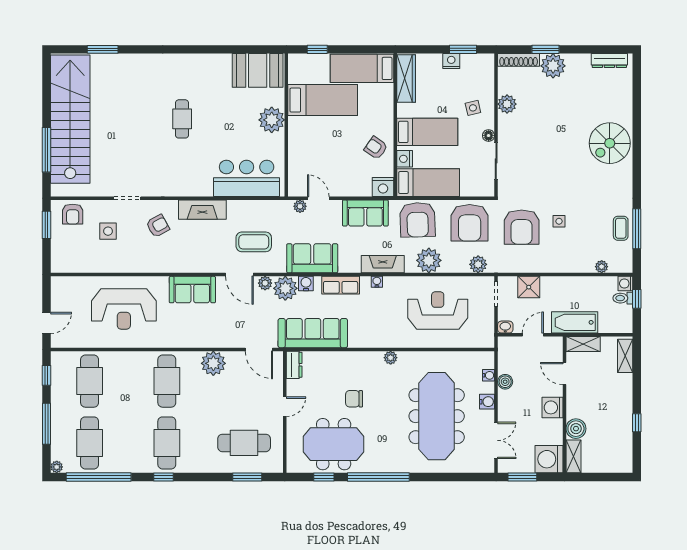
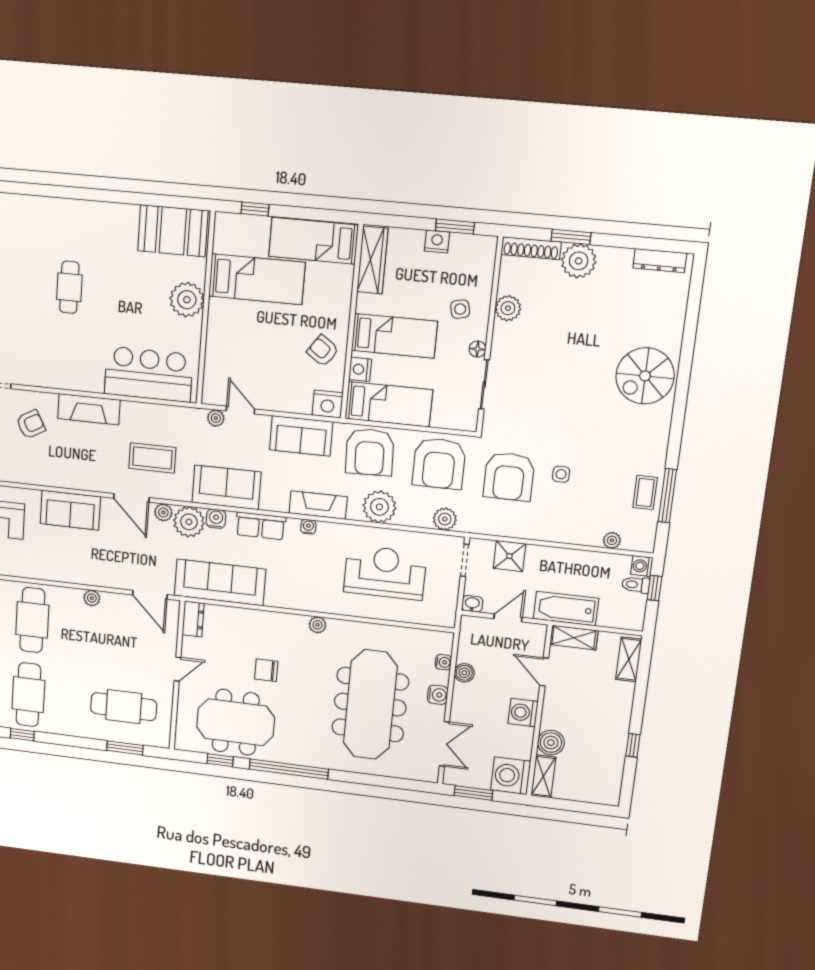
plant: (213, 363) -> (92, 598), width x0.53, depth x0.53

